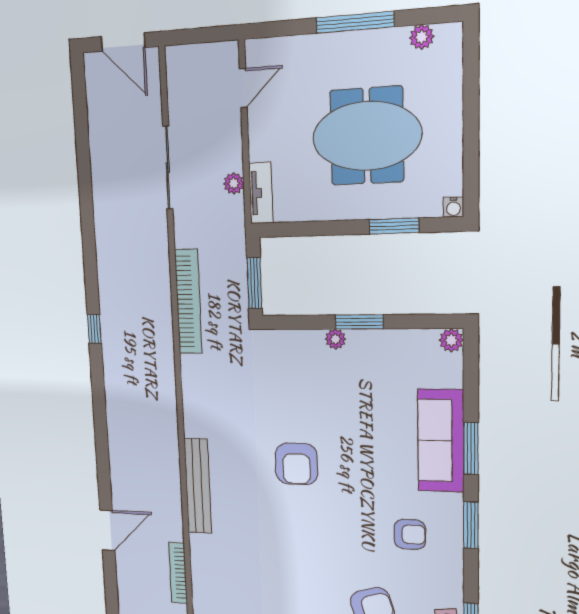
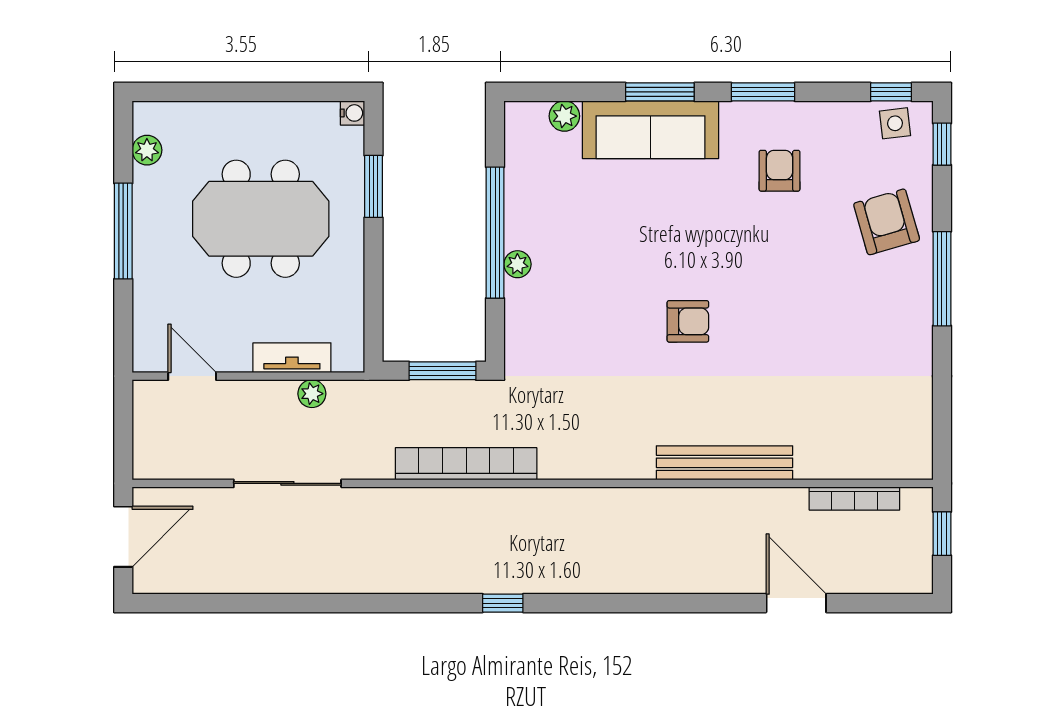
meeting table: (367, 136) -> (261, 219), turned 90
tv unit: (261, 193) -> (292, 358), moved
window: (359, 322) -> (495, 233), width x2.11
plant: (451, 340) -> (564, 116), moved
armchair: (296, 464) -> (688, 321), width x0.72, depth x0.72

